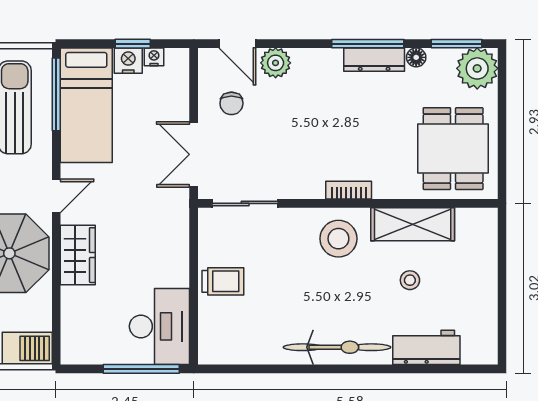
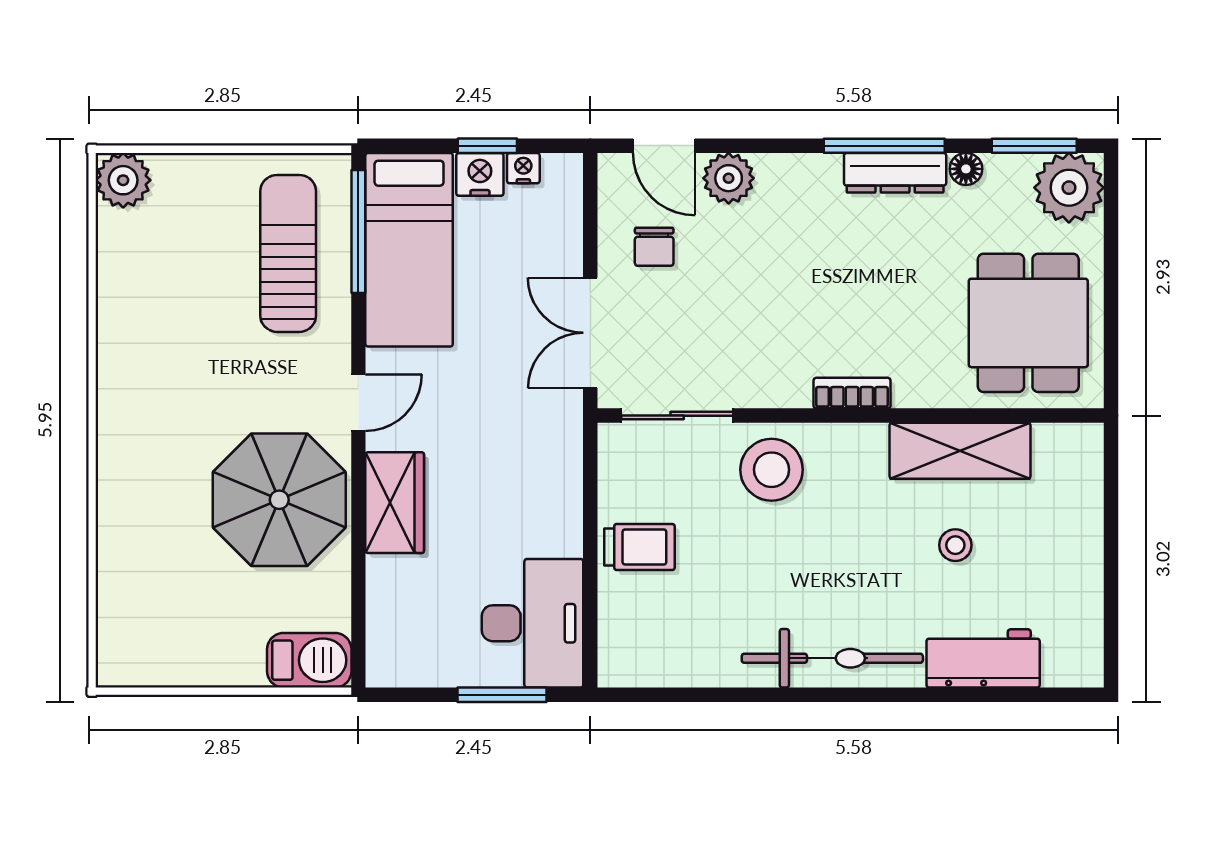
stool: (338, 239) -> (772, 470), moved
window: (141, 369) -> (502, 695), width x0.69

